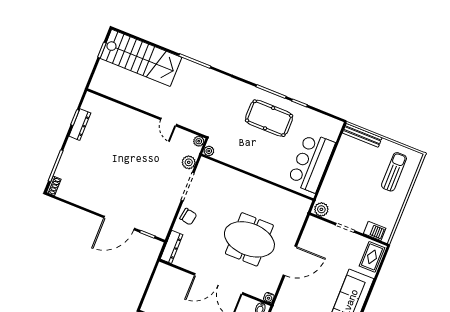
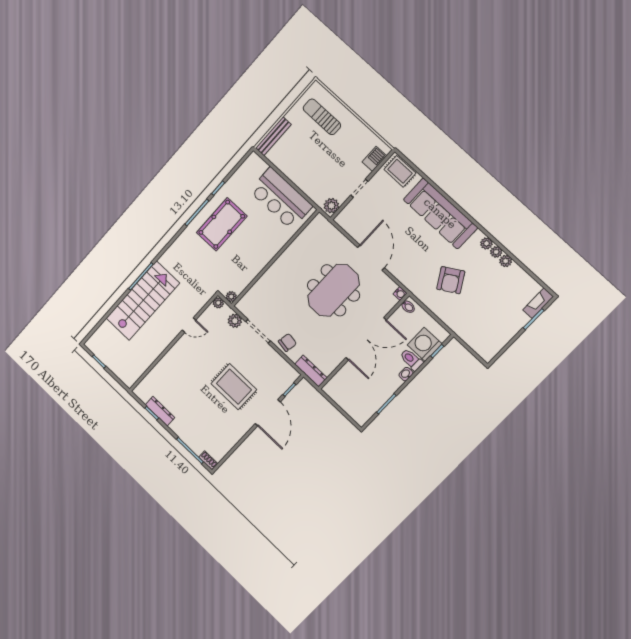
stairs: (141, 58) -> (143, 301), moved
rug: (130, 184) -> (234, 387), added

